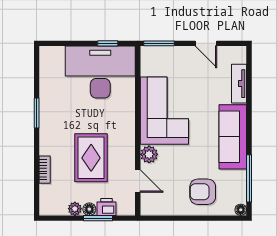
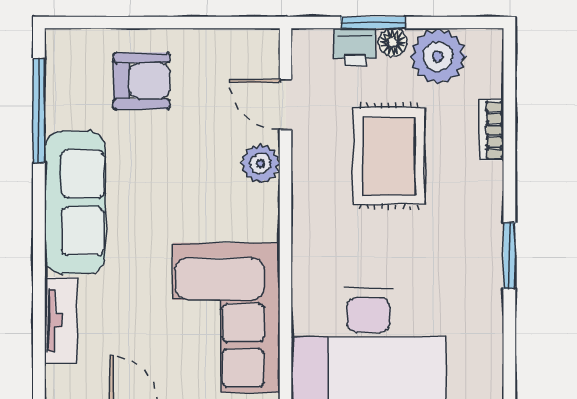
corner sofa: (164, 111) -> (227, 318), moved
plant: (75, 209) -> (438, 56), width x1.88, depth x1.88
floor lamp: (241, 210) -> (57, 41), removed

